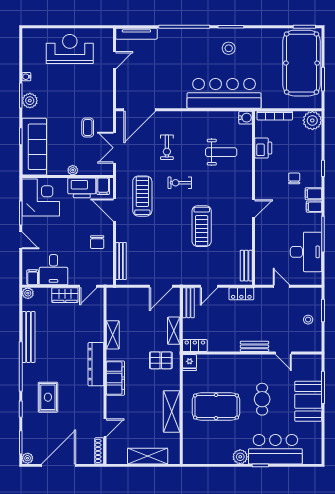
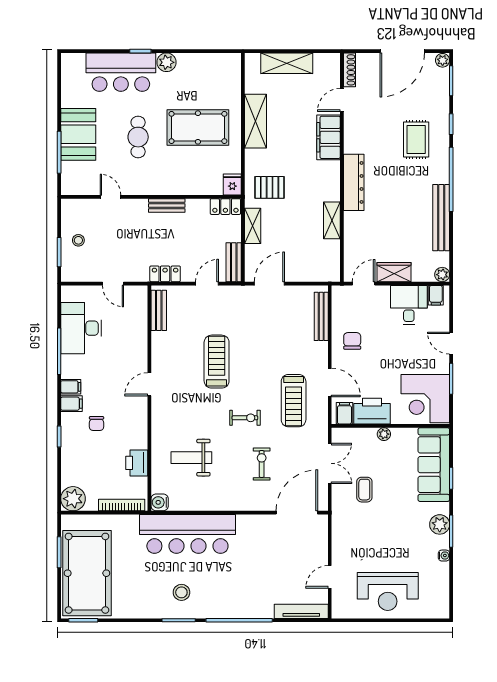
bench: (254, 346) -> (167, 206), moved
filing cabinet: (115, 378) -> (329, 137), moved

